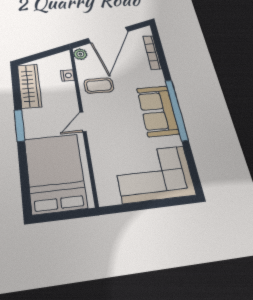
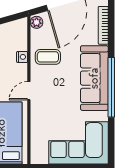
nightstand: (68, 75) -> (22, 57), moved
sofa: (158, 111) -> (94, 78), width x1.36

